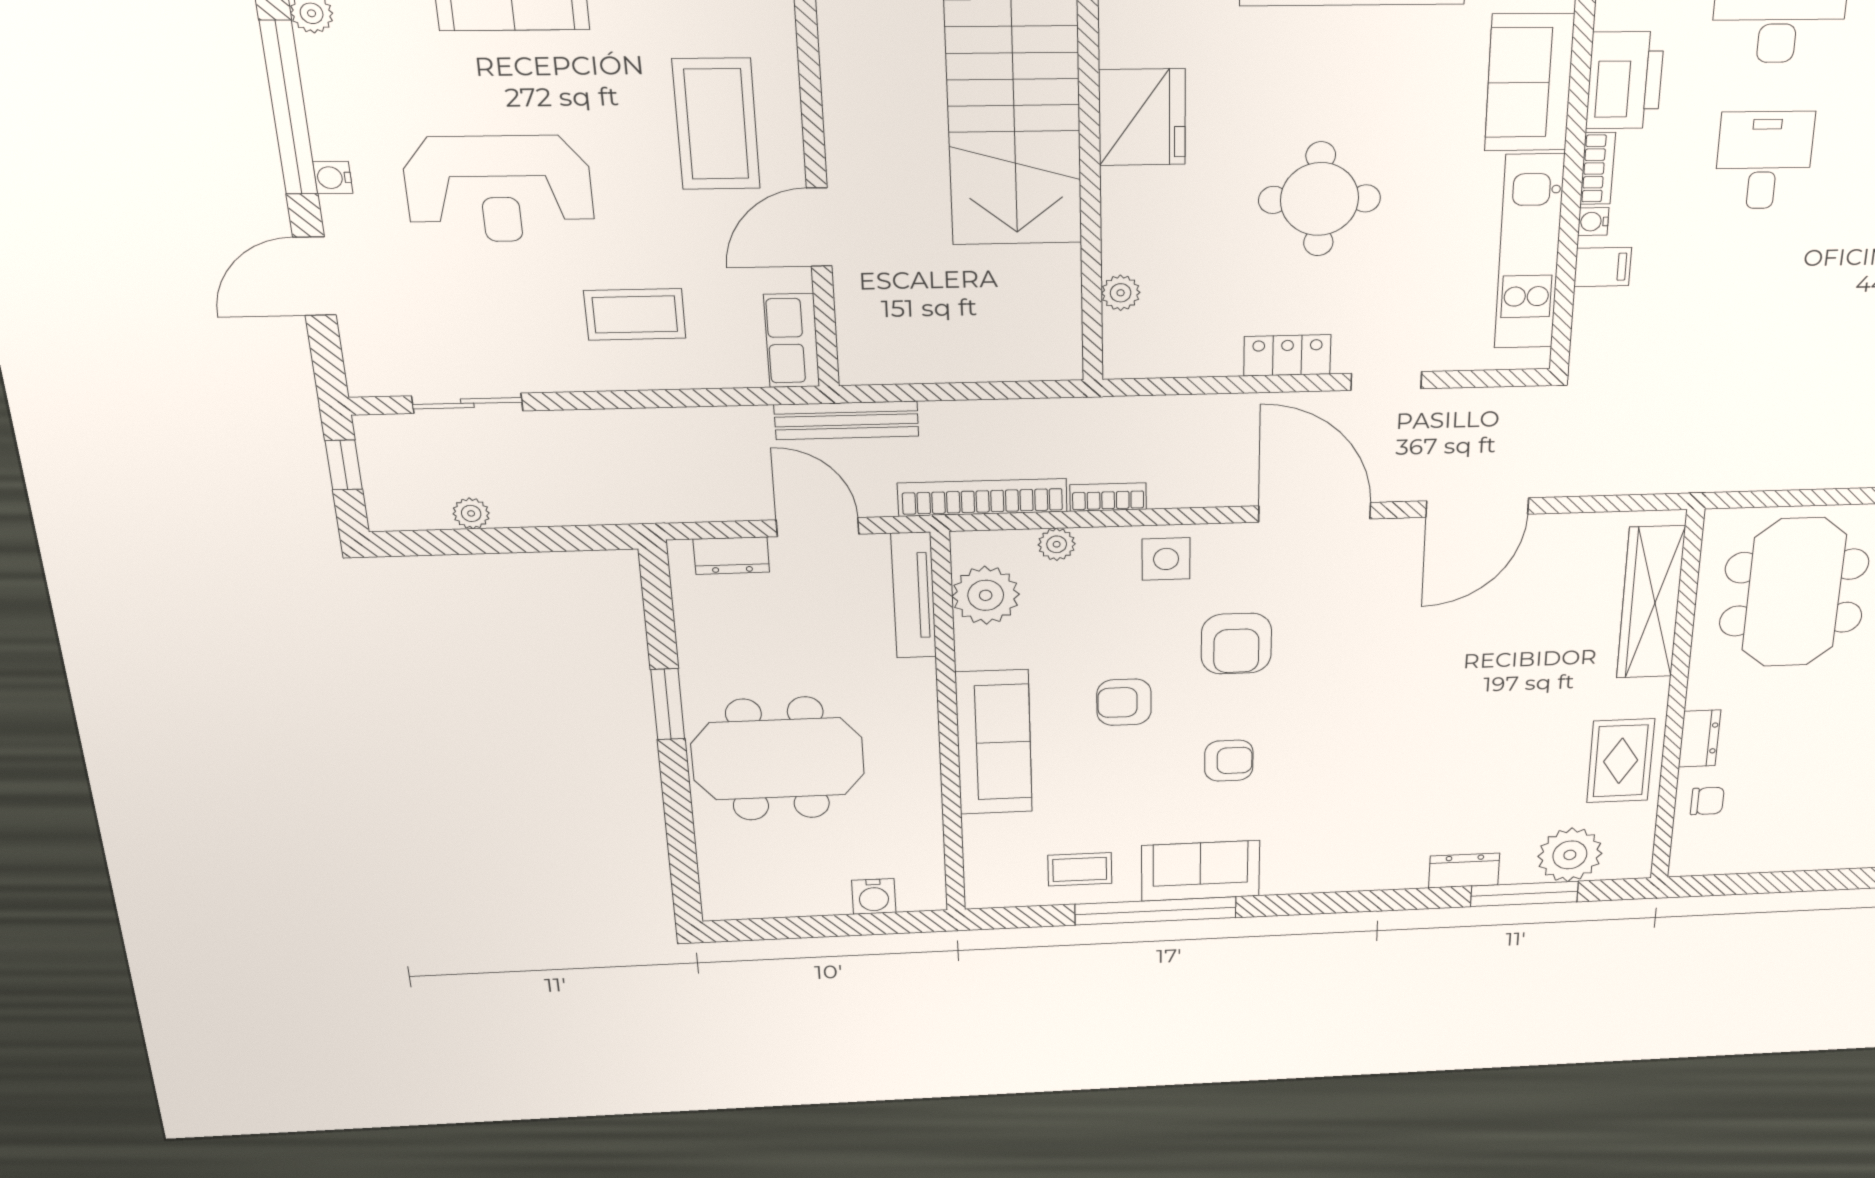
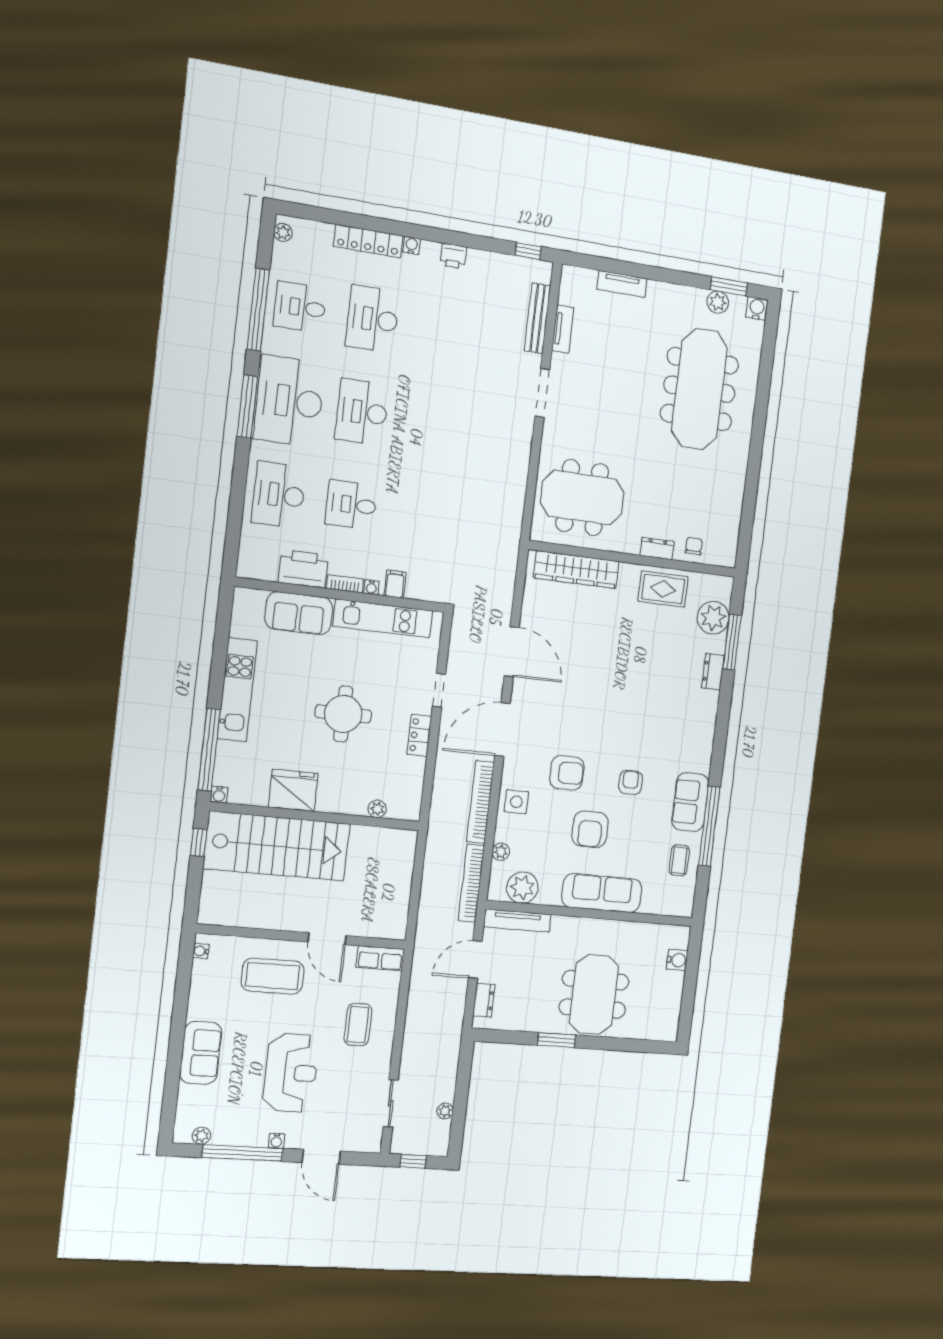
bench: (847, 420) -> (423, 939), removed
bookcase: (1108, 497) -> (480, 802), width x2.31, depth x1.31
armchair: (1124, 702) -> (590, 829), width x1.38, depth x1.38

